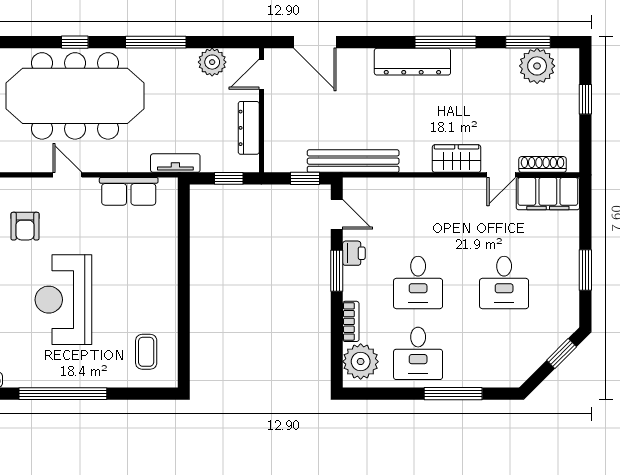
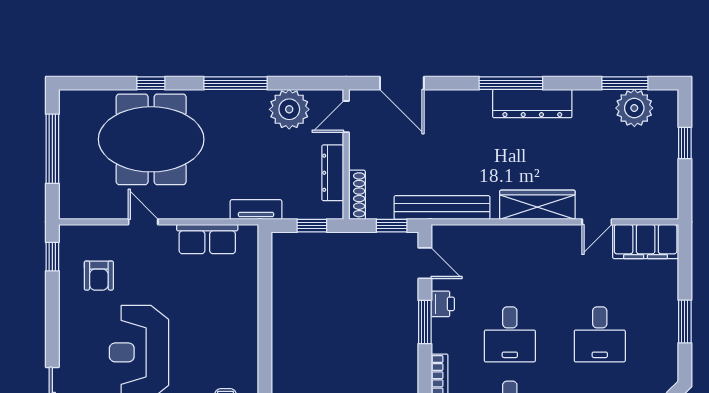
window: (446, 42) -> (511, 83), moved
plant: (212, 62) -> (289, 109), width x1.36, depth x1.36
dresser: (412, 62) -> (532, 104), moved
meeting table: (75, 96) -> (151, 139), width x0.73
wardrobe: (456, 159) -> (537, 205), width x1.50
shoe rack: (543, 164) -> (357, 195), moved, turned 90

